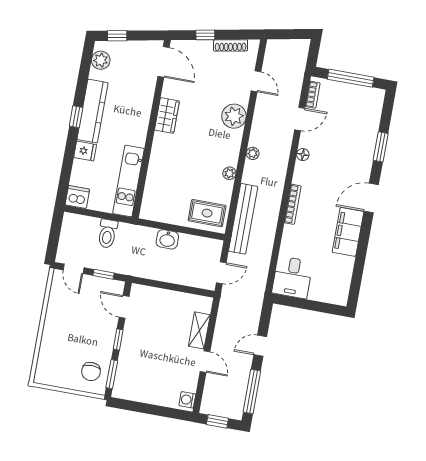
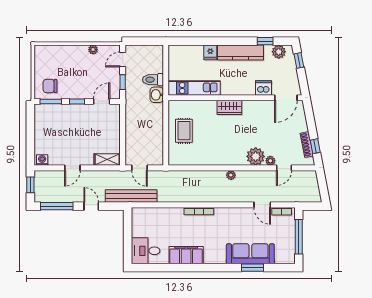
window: (205, 35) -> (315, 146), moved
wardrobe: (167, 116) -> (229, 107), moved
window: (76, 117) -> (265, 41), moved
sofa: (362, 146) -> (250, 254), added
floor lamp: (303, 155) -> (237, 212), removed
plant: (229, 173) -> (270, 161), moved
dishwasher: (77, 197) -> (263, 88), moved, turned -90
door: (371, 198) -> (214, 268), removed
rug: (207, 213) -> (184, 131), moved
bench: (243, 219) -> (131, 196), moved
washbasin: (167, 239) -> (157, 95), moved
desk: (292, 277) -> (146, 251), moved
plant: (53, 306) -> (93, 50), added
shelving: (199, 330) -> (107, 160), moved

